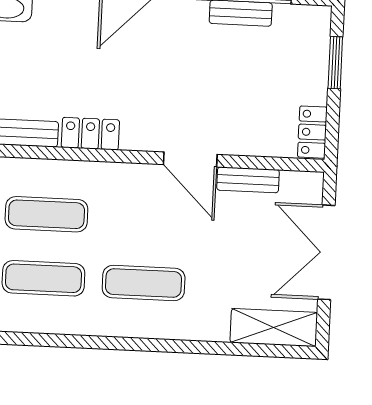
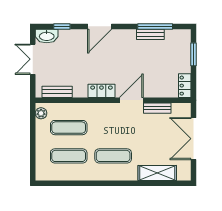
locker: (90, 134) -> (101, 91), moved
door: (190, 159) -> (131, 100), swing flipped
shelving: (274, 328) -> (157, 173), moved

